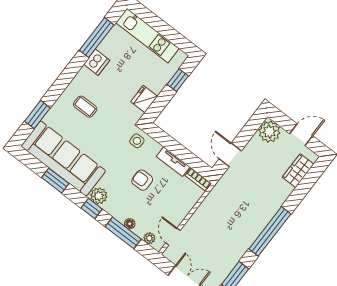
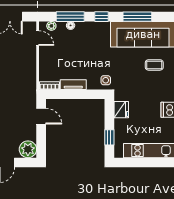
coffee table: (85, 107) -> (154, 65), moved
armchair: (142, 180) -> (84, 58), removed
window: (55, 181) -> (137, 17), width x1.44
plant: (99, 196) -> (103, 28), removed

